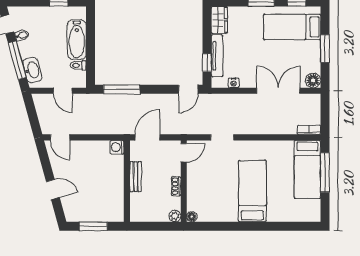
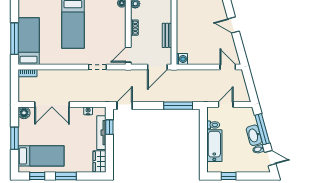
washbasin: (32, 70) -> (254, 135), moved
door: (63, 91) -> (226, 104), hinge flipped

